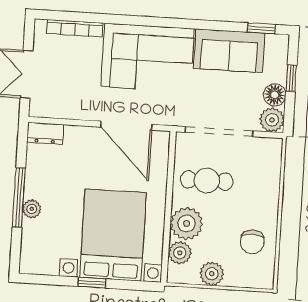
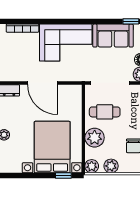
door: (126, 126) -> (42, 83), moved
plant: (180, 253) -> (92, 166), moved
window: (92, 283) -> (63, 175), moved

